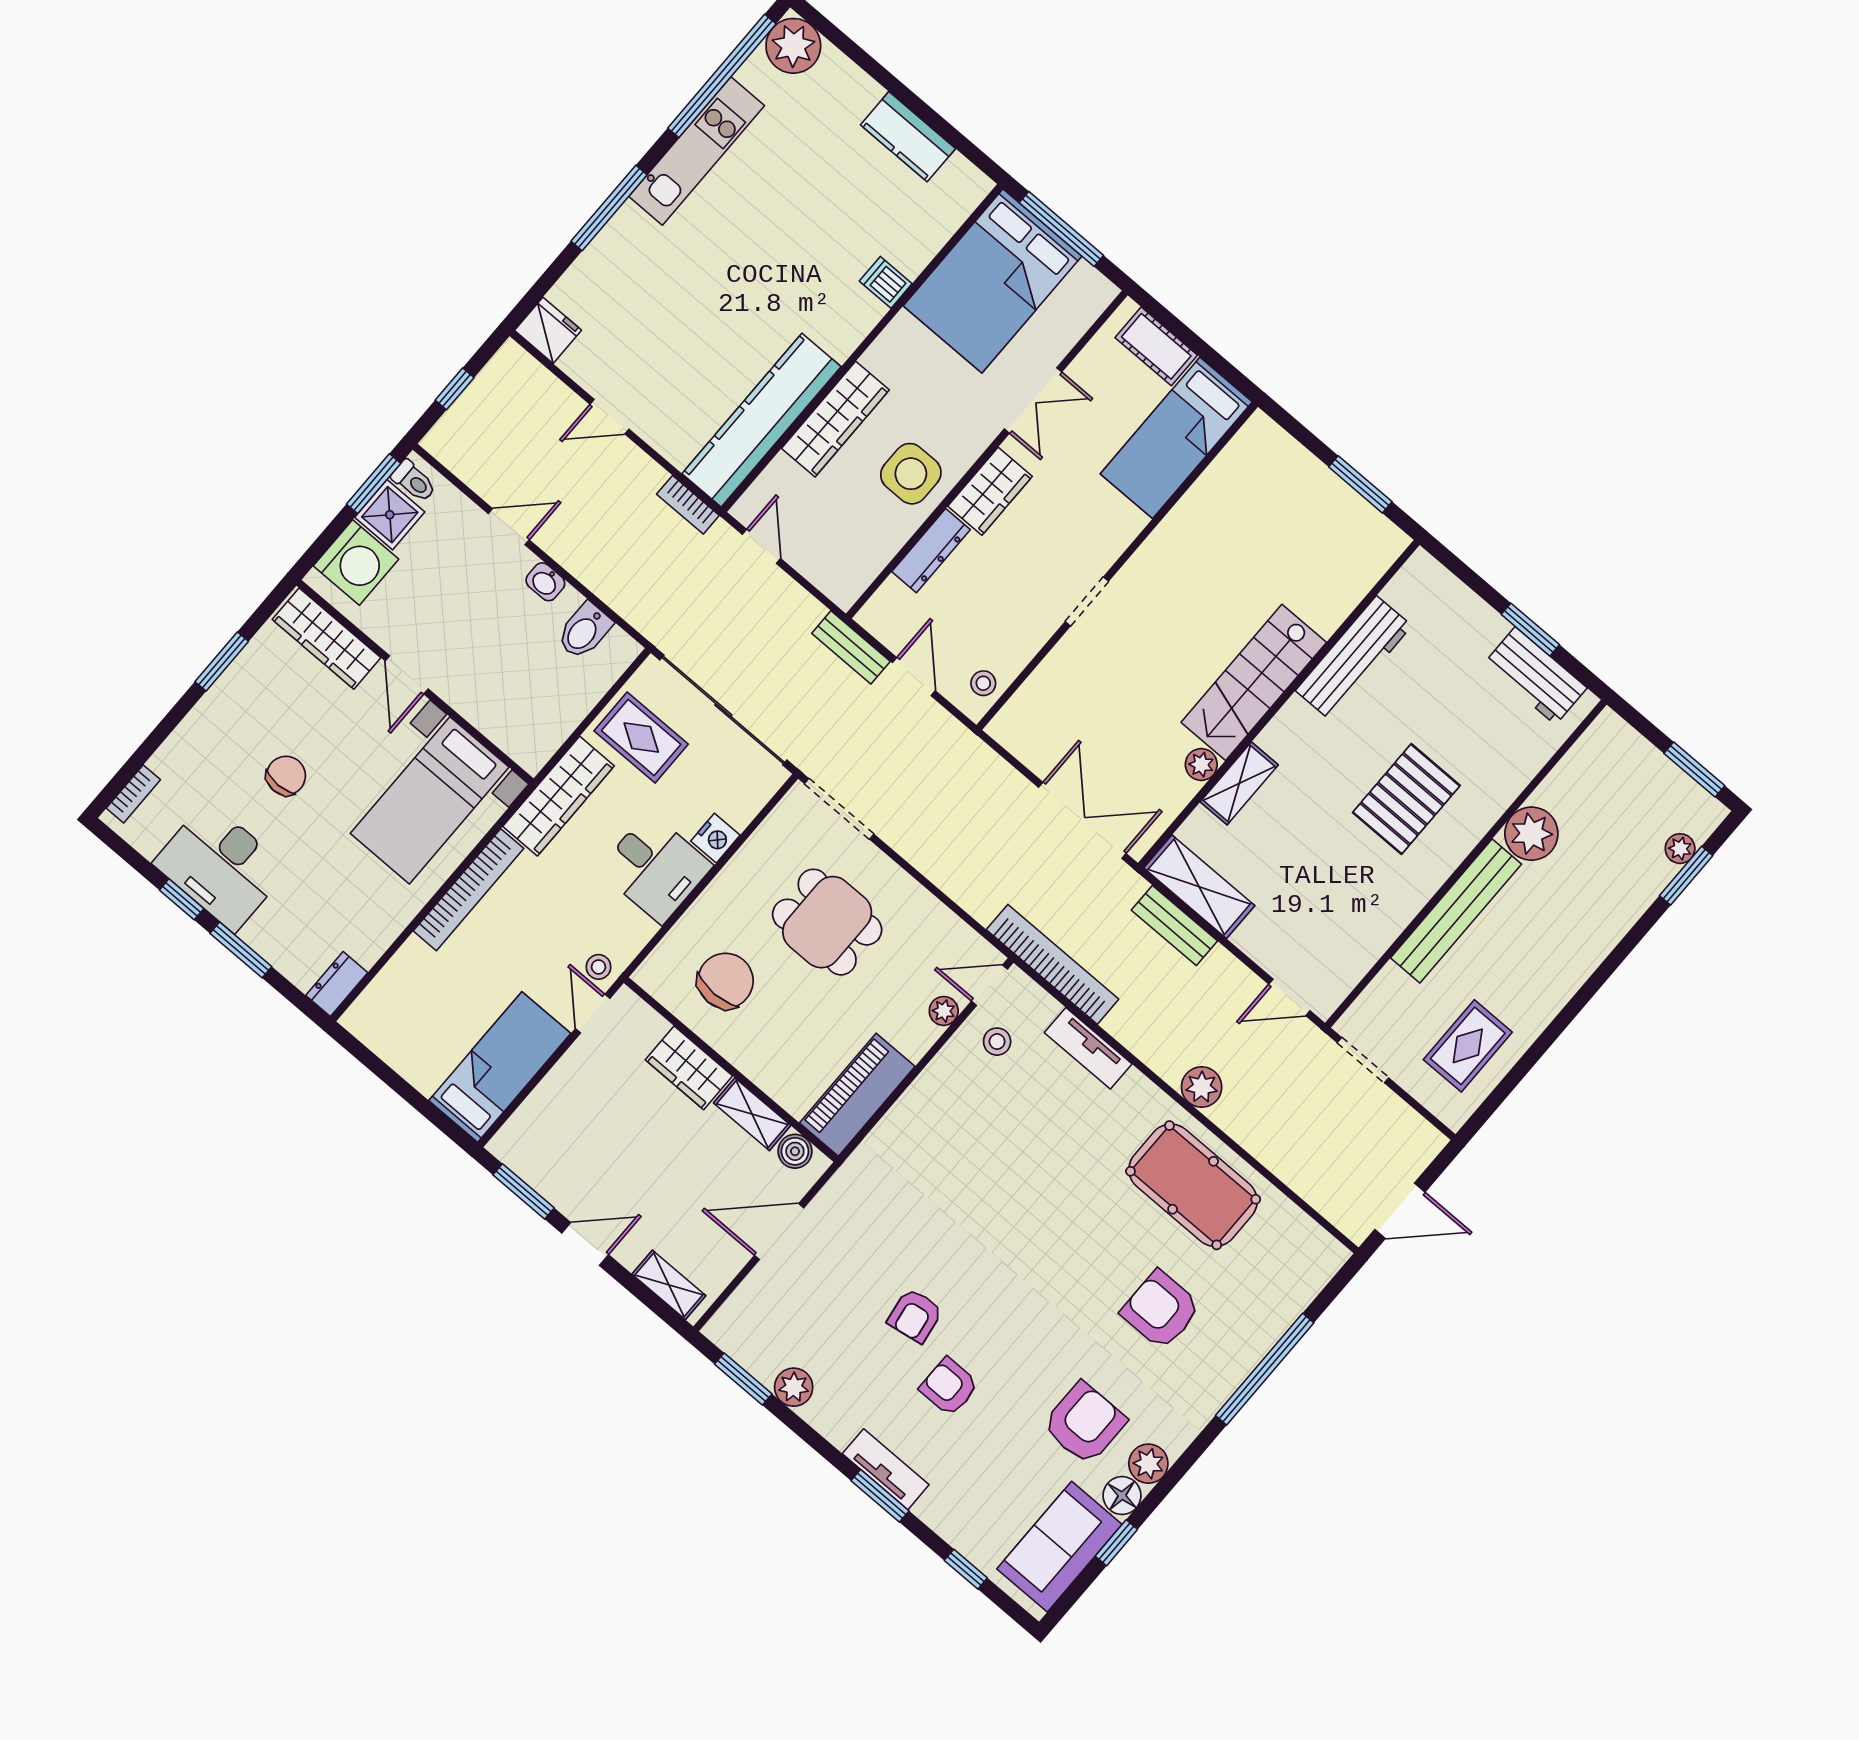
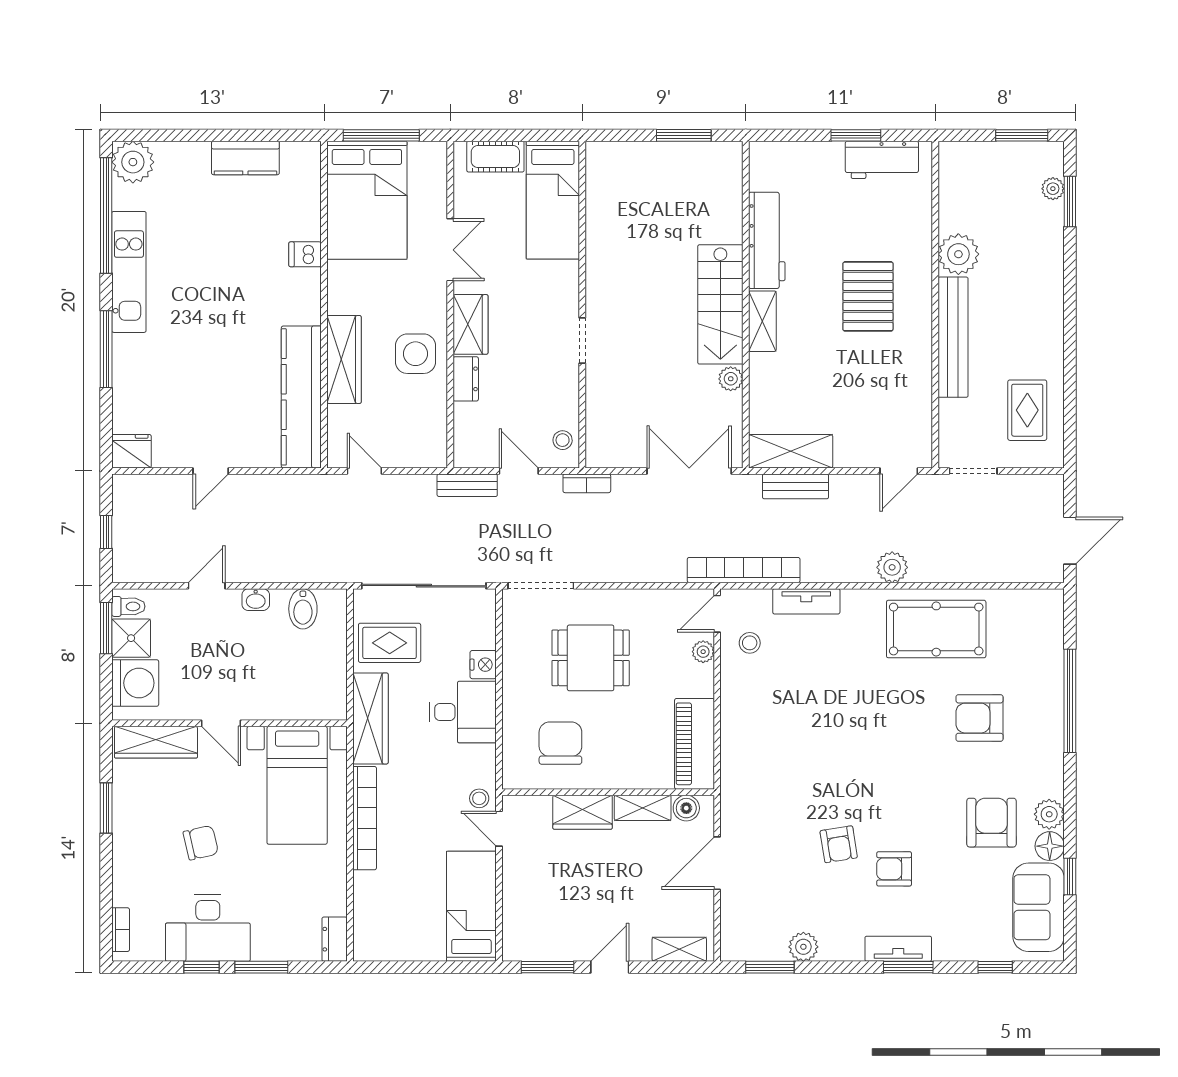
bookcase: (688, 505) -> (587, 483), moved
dresser: (931, 551) -> (466, 379), width x0.70
chair: (286, 776) -> (201, 843), turned 77
shelving: (1239, 783) -> (762, 321), moved

